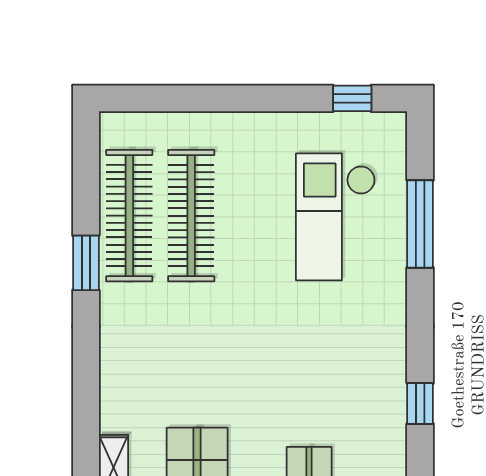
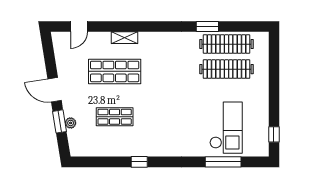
checkout: (336, 217) -> (226, 128), turned 90
window: (420, 404) -> (139, 162), moved

